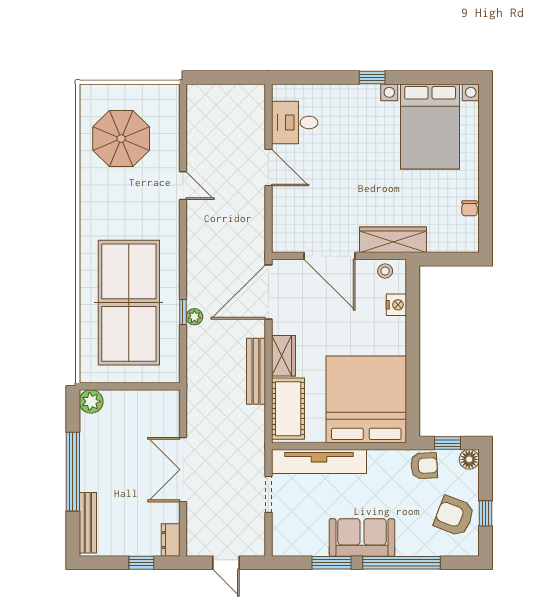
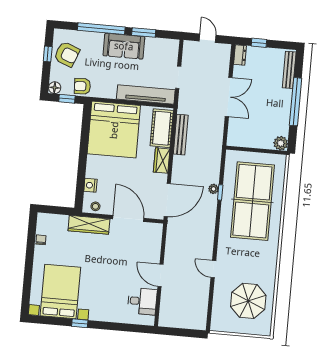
window: (372, 77) -> (80, 323), moved
bench: (256, 371) -> (181, 135), moved

